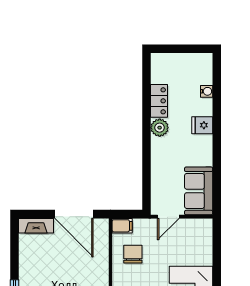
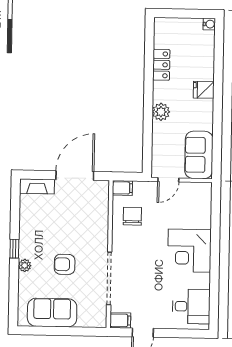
water cooler: (207, 91) -> (209, 24), moved
plant: (160, 128) -> (161, 112), moved
door: (74, 214) -> (75, 176), swing flipped

